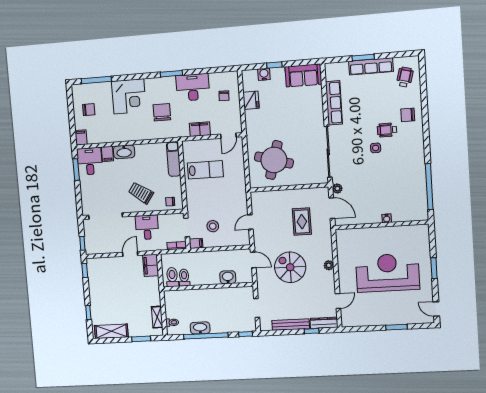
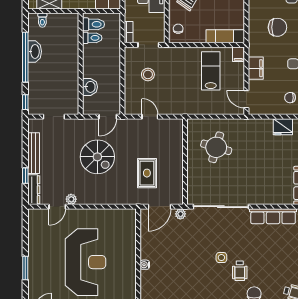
wheelchair: (387, 130) -> (240, 271), turned 180
round table: (274, 160) -> (216, 147), width x0.73, depth x0.73
lab bench: (205, 170) -> (211, 71), turned 180
rug: (302, 222) -> (147, 173), turned 90
filing cabinet: (196, 243) -> (238, 54), moved
plant: (329, 265) -> (71, 199), moved
spiral stairs: (290, 267) -> (97, 157), turned 90
door: (338, 301) -> (57, 207), hinge flipped

